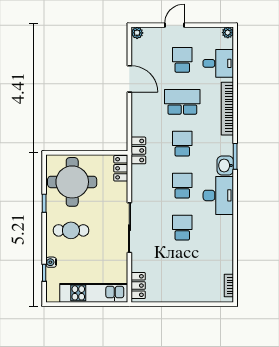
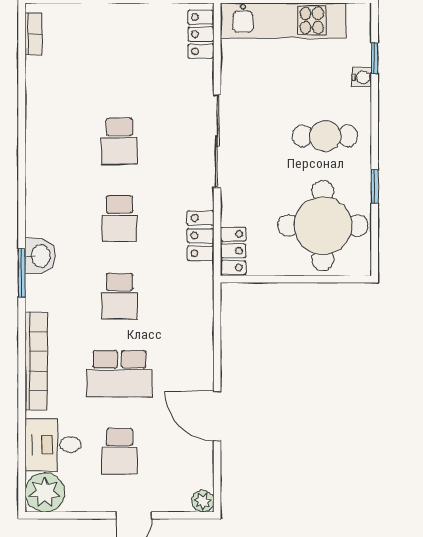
plant: (228, 33) -> (45, 492), width x1.88, depth x1.88
locker: (138, 150) -> (201, 236), moved
desk: (218, 195) -> (53, 201), removed

